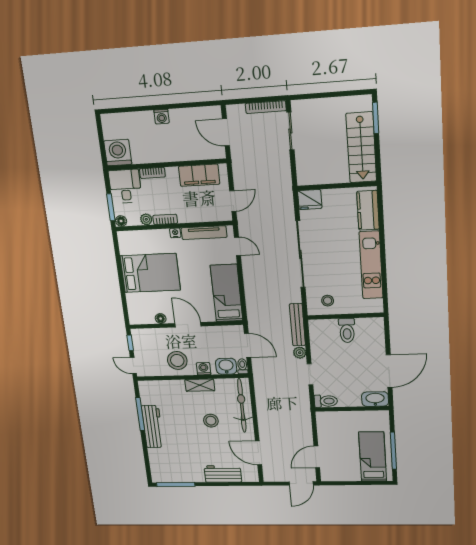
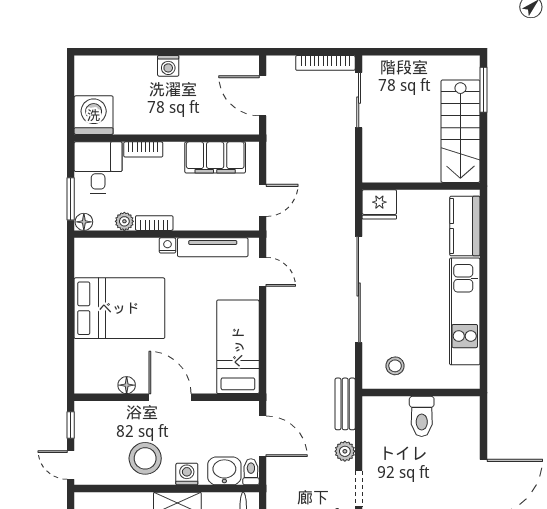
bench: (297, 325) -> (345, 404), width x0.73

